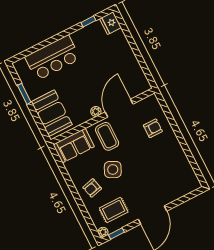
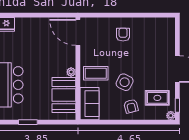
door: (119, 108) -> (78, 32), moved
booth: (52, 113) -> (64, 95), moved, turned 90
armchair: (153, 128) -> (123, 35), moved
rug: (114, 210) -> (157, 98), turned 90

